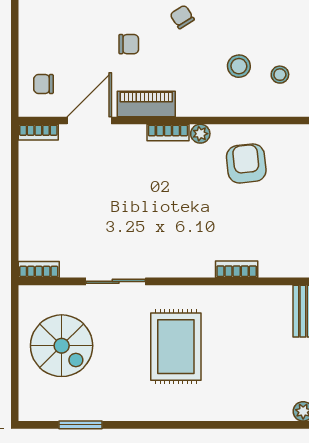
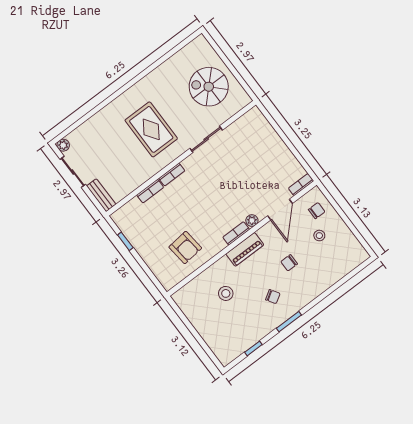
stool: (280, 75) -> (319, 236), moved
piano: (146, 104) -> (245, 249), moved
plant: (200, 134) -> (252, 221), moved
bookcase: (39, 269) -> (172, 175), moved
window: (81, 425) -> (169, 54), removed

